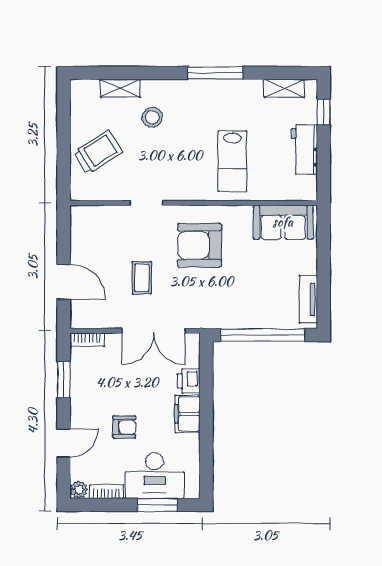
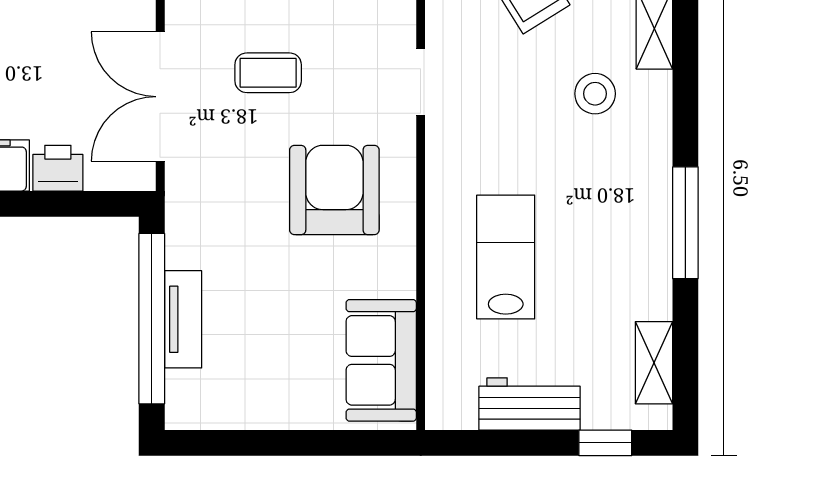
lab bench: (232, 161) -> (506, 257), turned 90
tv unit: (308, 299) -> (183, 319), moved, turned 90

